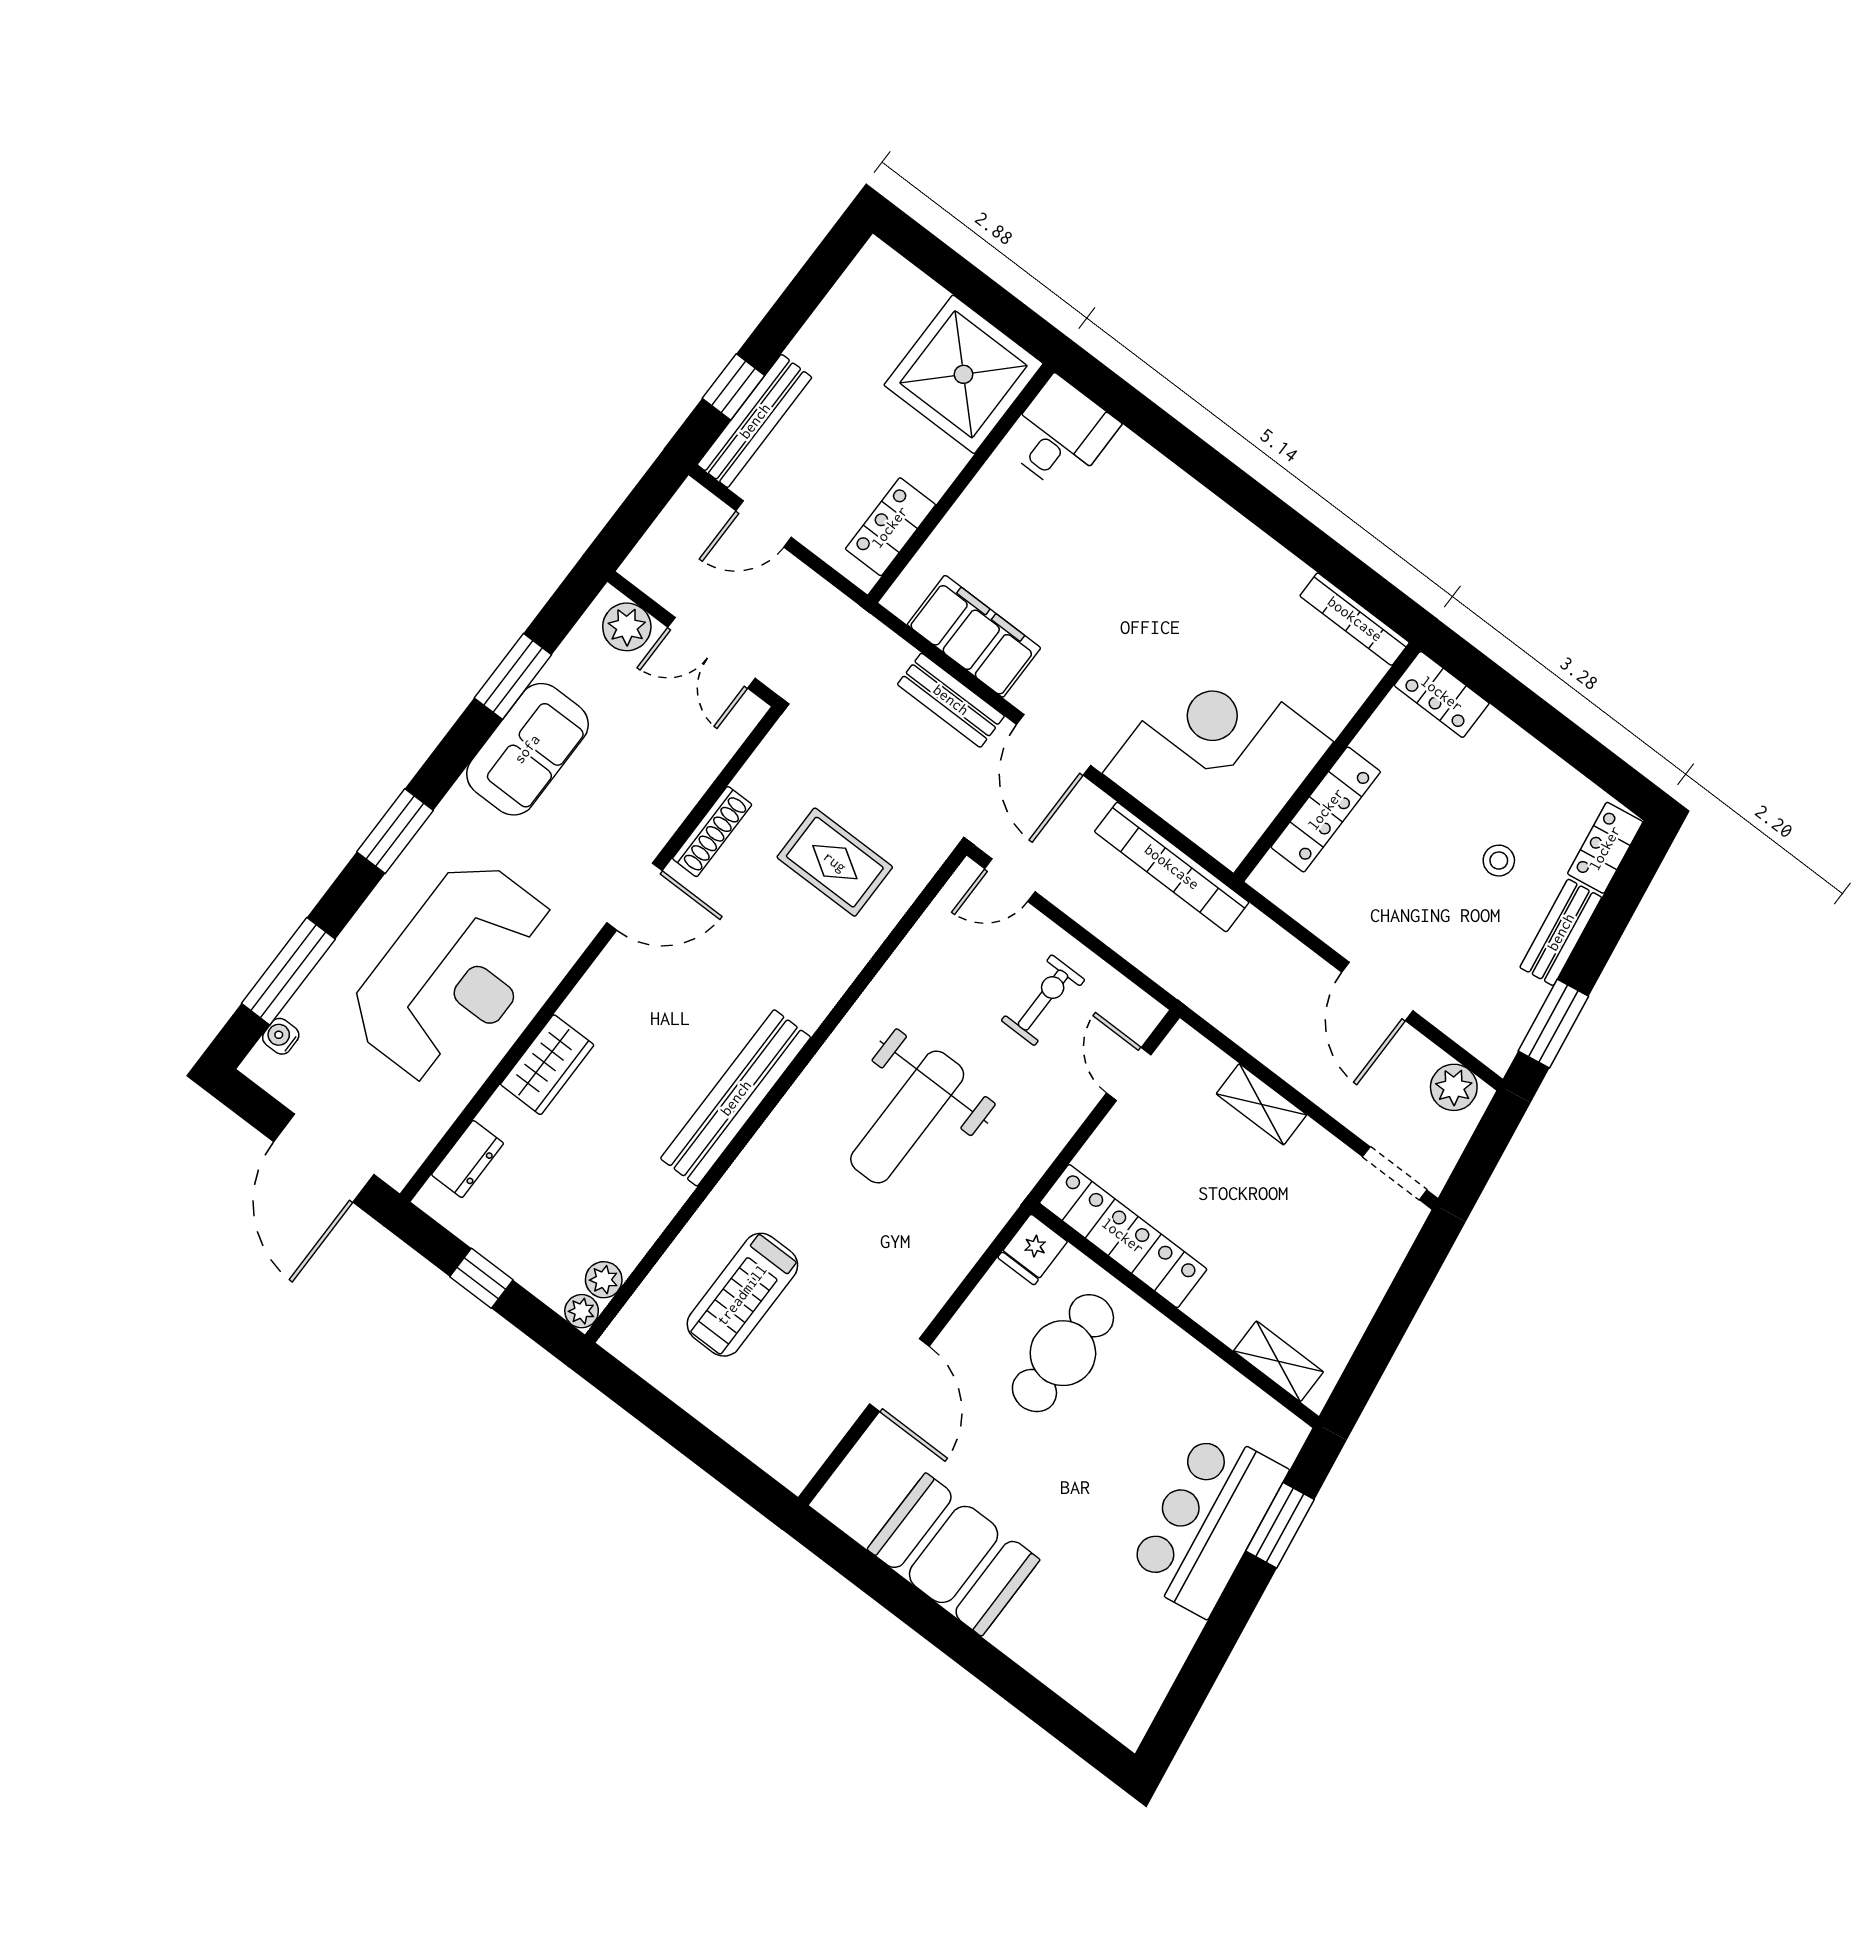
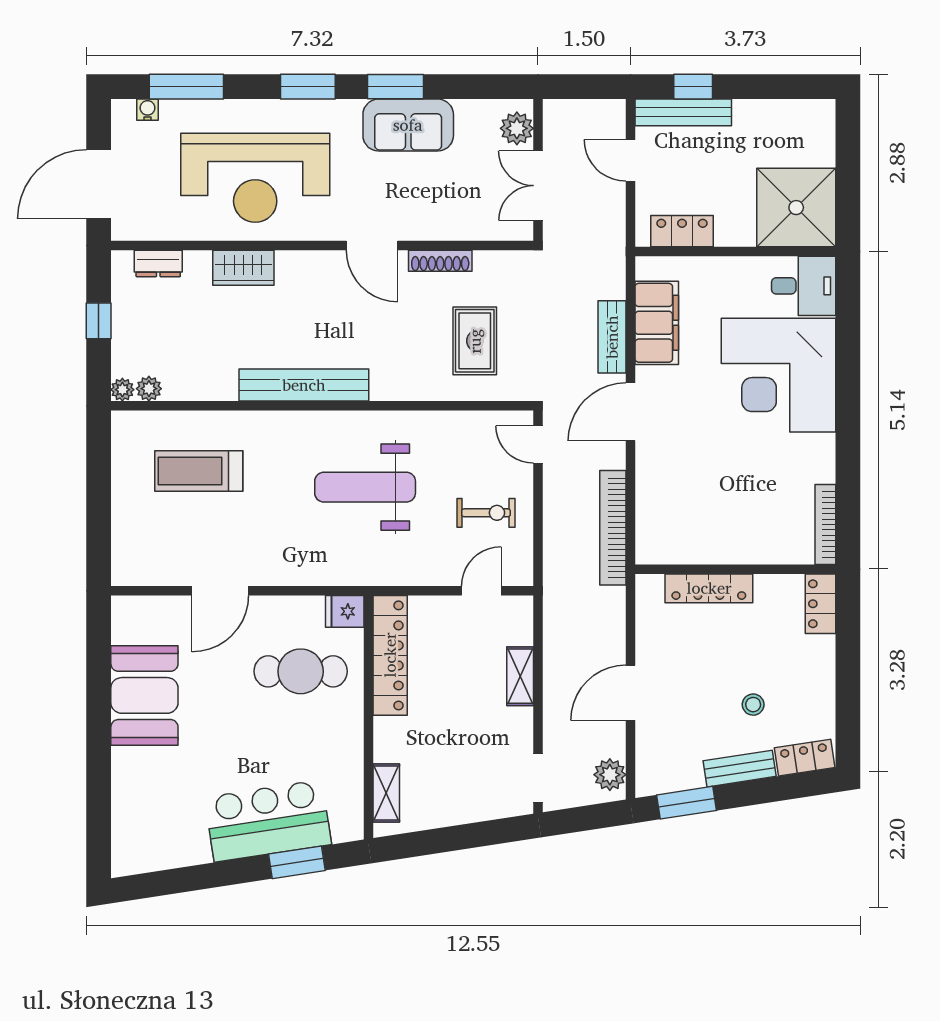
window: (513, 676) -> (395, 87), moved
corner desk: (1218, 758) -> (778, 375), moved, turned 180

